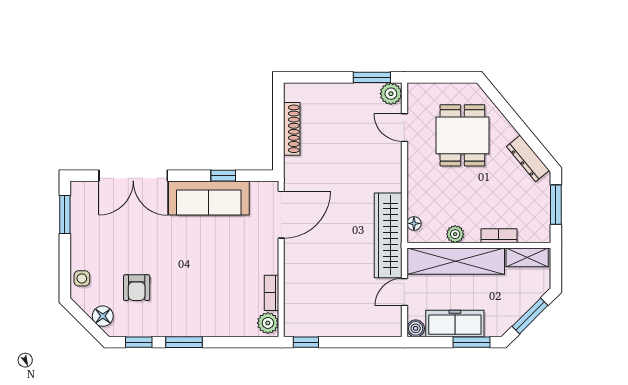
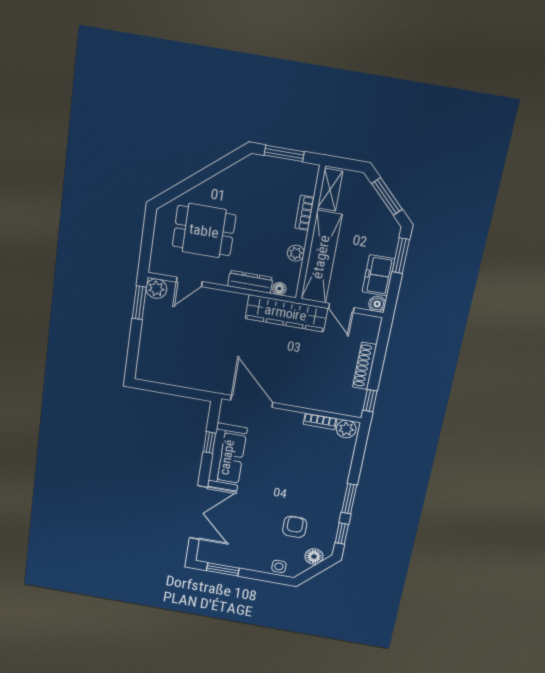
shoe rack: (292, 129) -> (365, 366), moved, turned -90
dresser: (528, 158) -> (250, 282), moved, turned -140
armchair: (137, 288) -> (295, 527), turned -90
freezer: (455, 324) -> (378, 275), width x0.71

